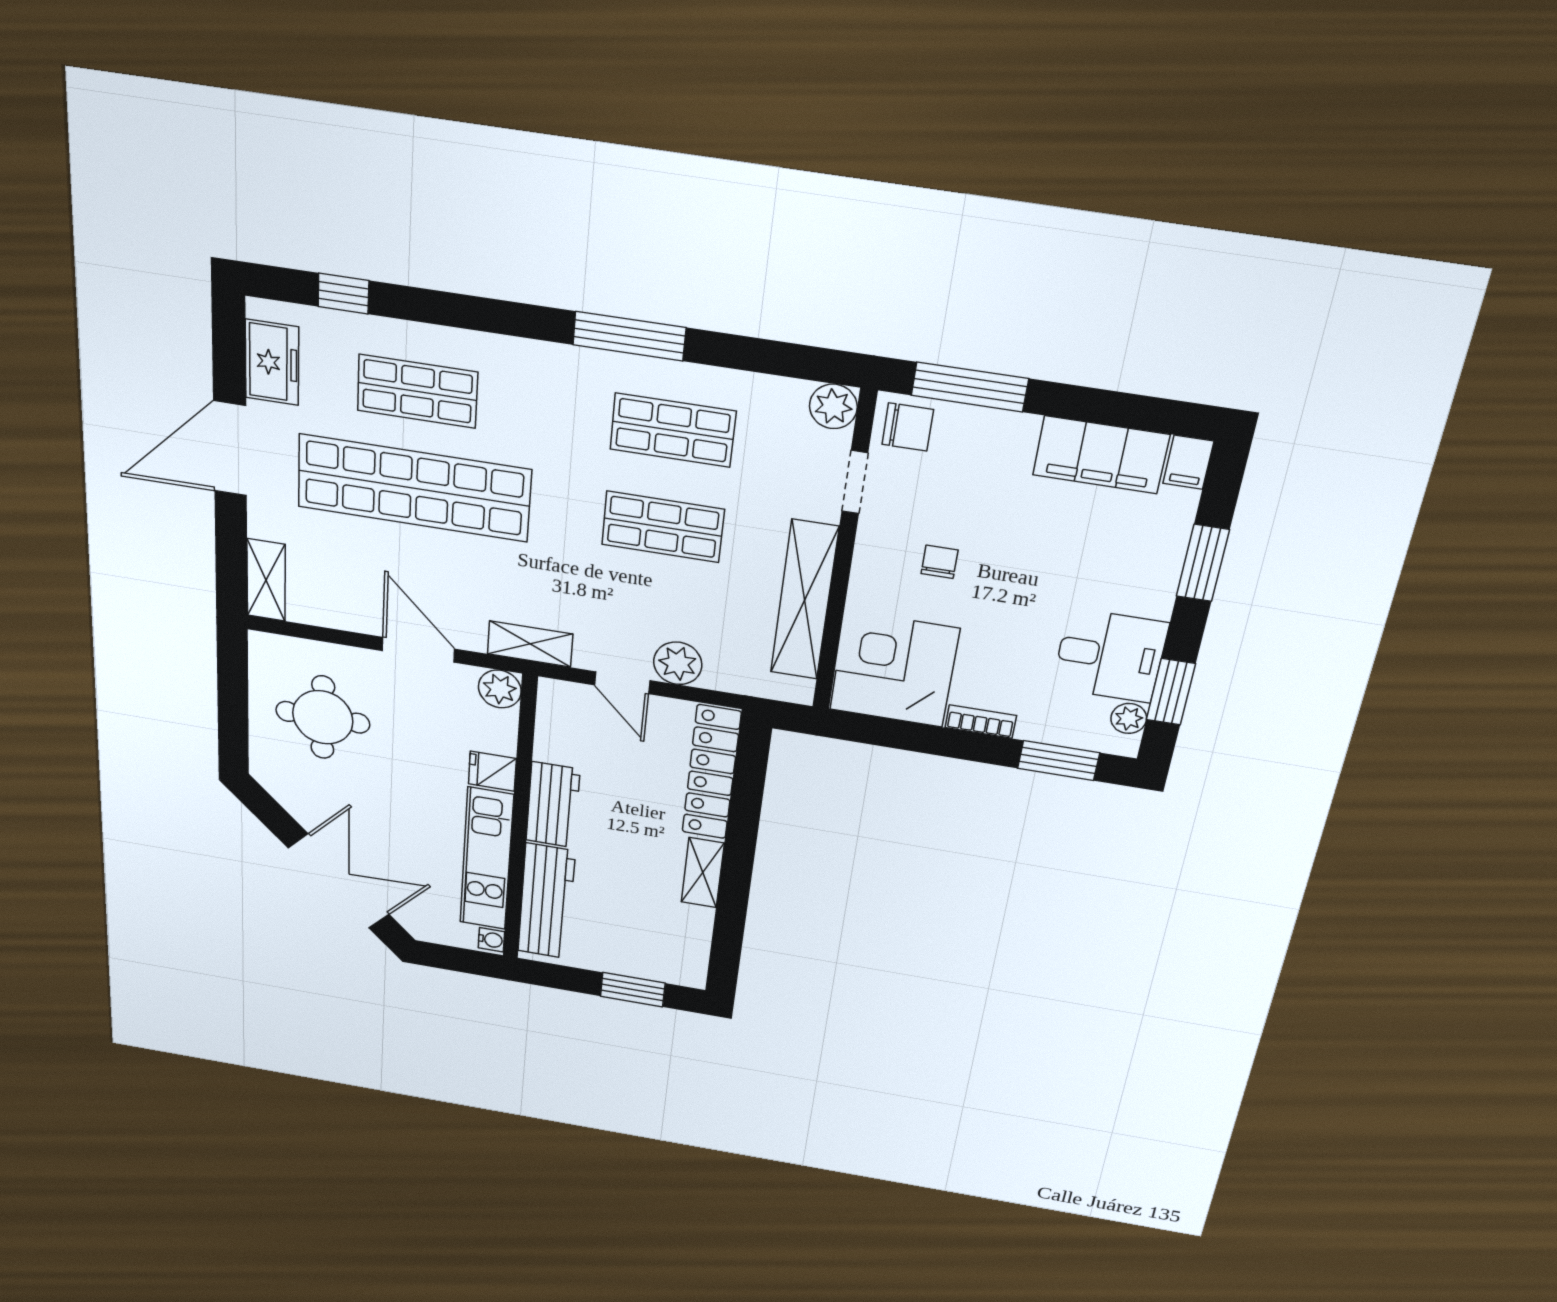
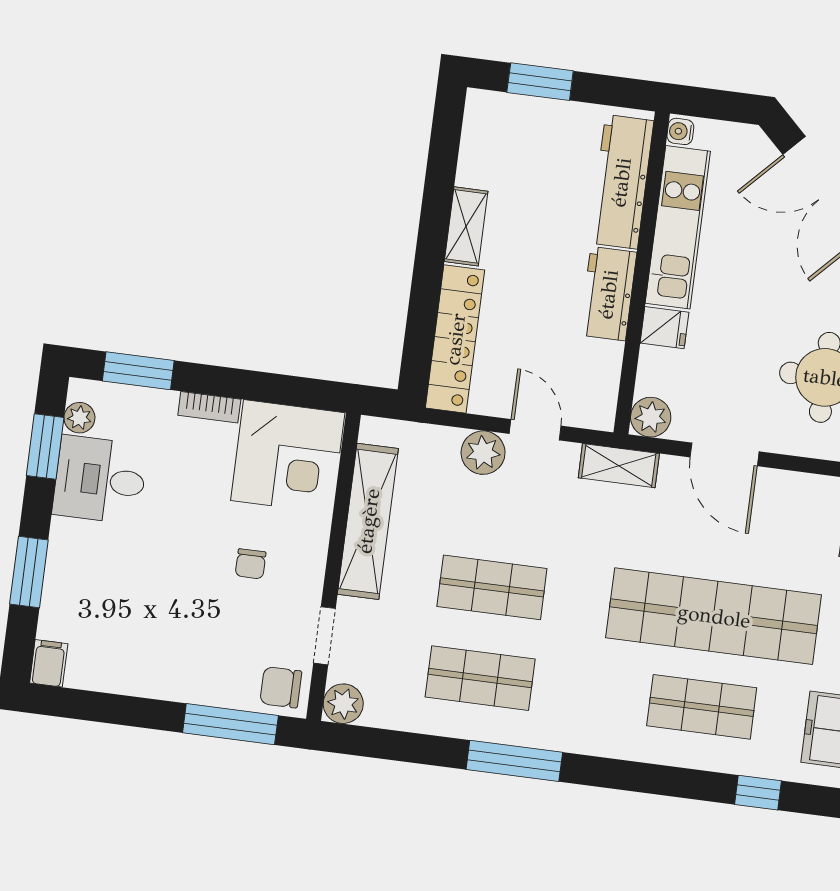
filing cabinet: (1101, 455) -> (120, 668), removed

